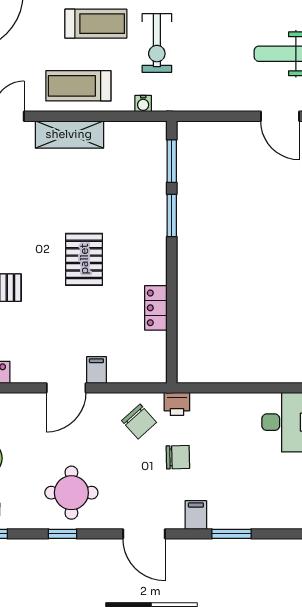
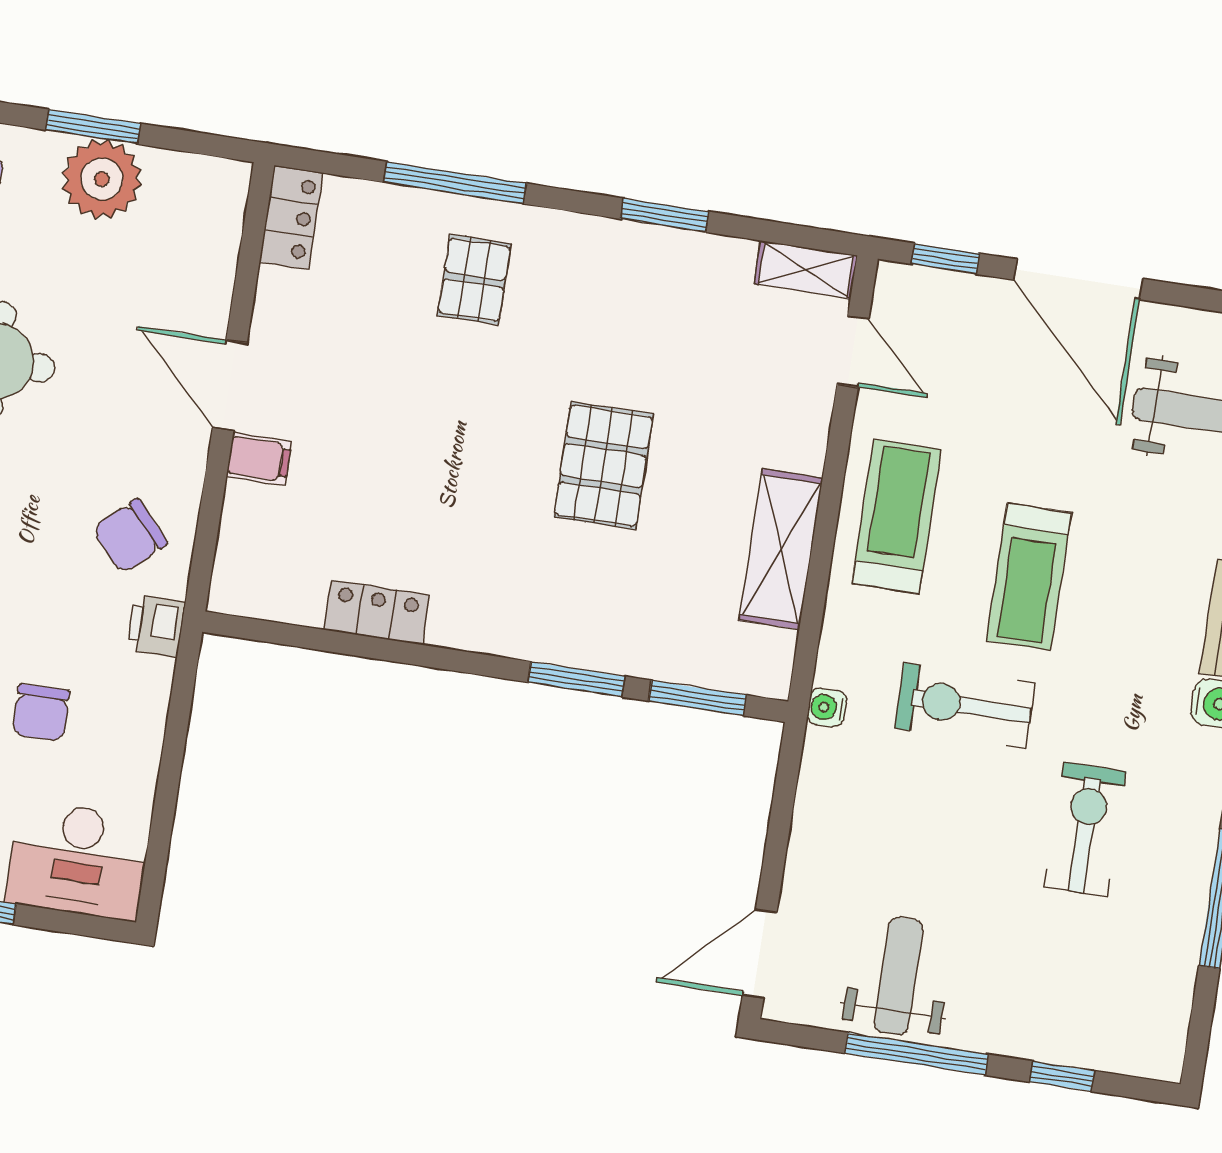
water cooler: (143, 104) -> (827, 707), moved
shelving: (69, 134) -> (781, 549), moved
pallet: (84, 259) -> (603, 466), moved, turned 90
chair: (178, 457) -> (41, 713), moved

